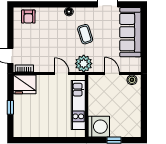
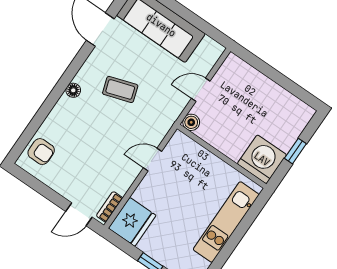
plant: (84, 64) -> (160, 120), removed
boiler: (132, 80) -> (191, 122), moved
kitchen unit: (78, 105) -> (226, 222), moved, turned 90

